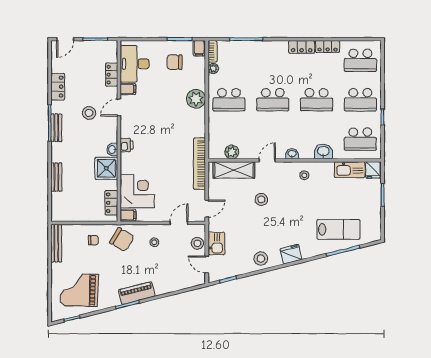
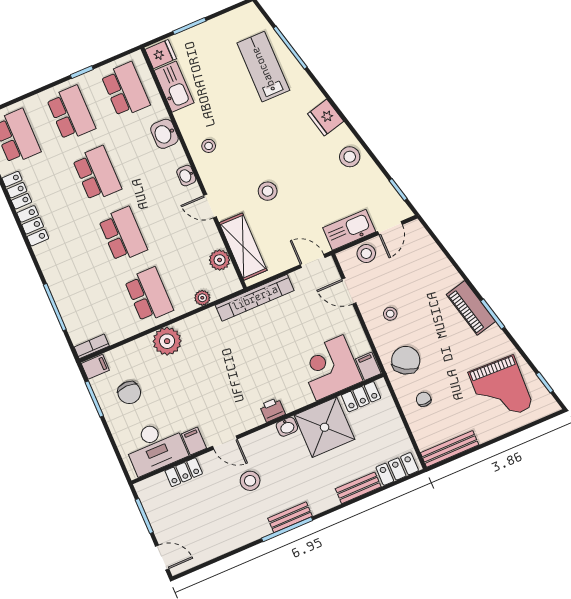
plant: (213, 68) -> (202, 298), moved
locker: (58, 87) -> (397, 469), moved
shower: (106, 168) -> (325, 427), width x1.37, depth x1.37
kitchen sink: (216, 243) -> (349, 230), width x1.38

